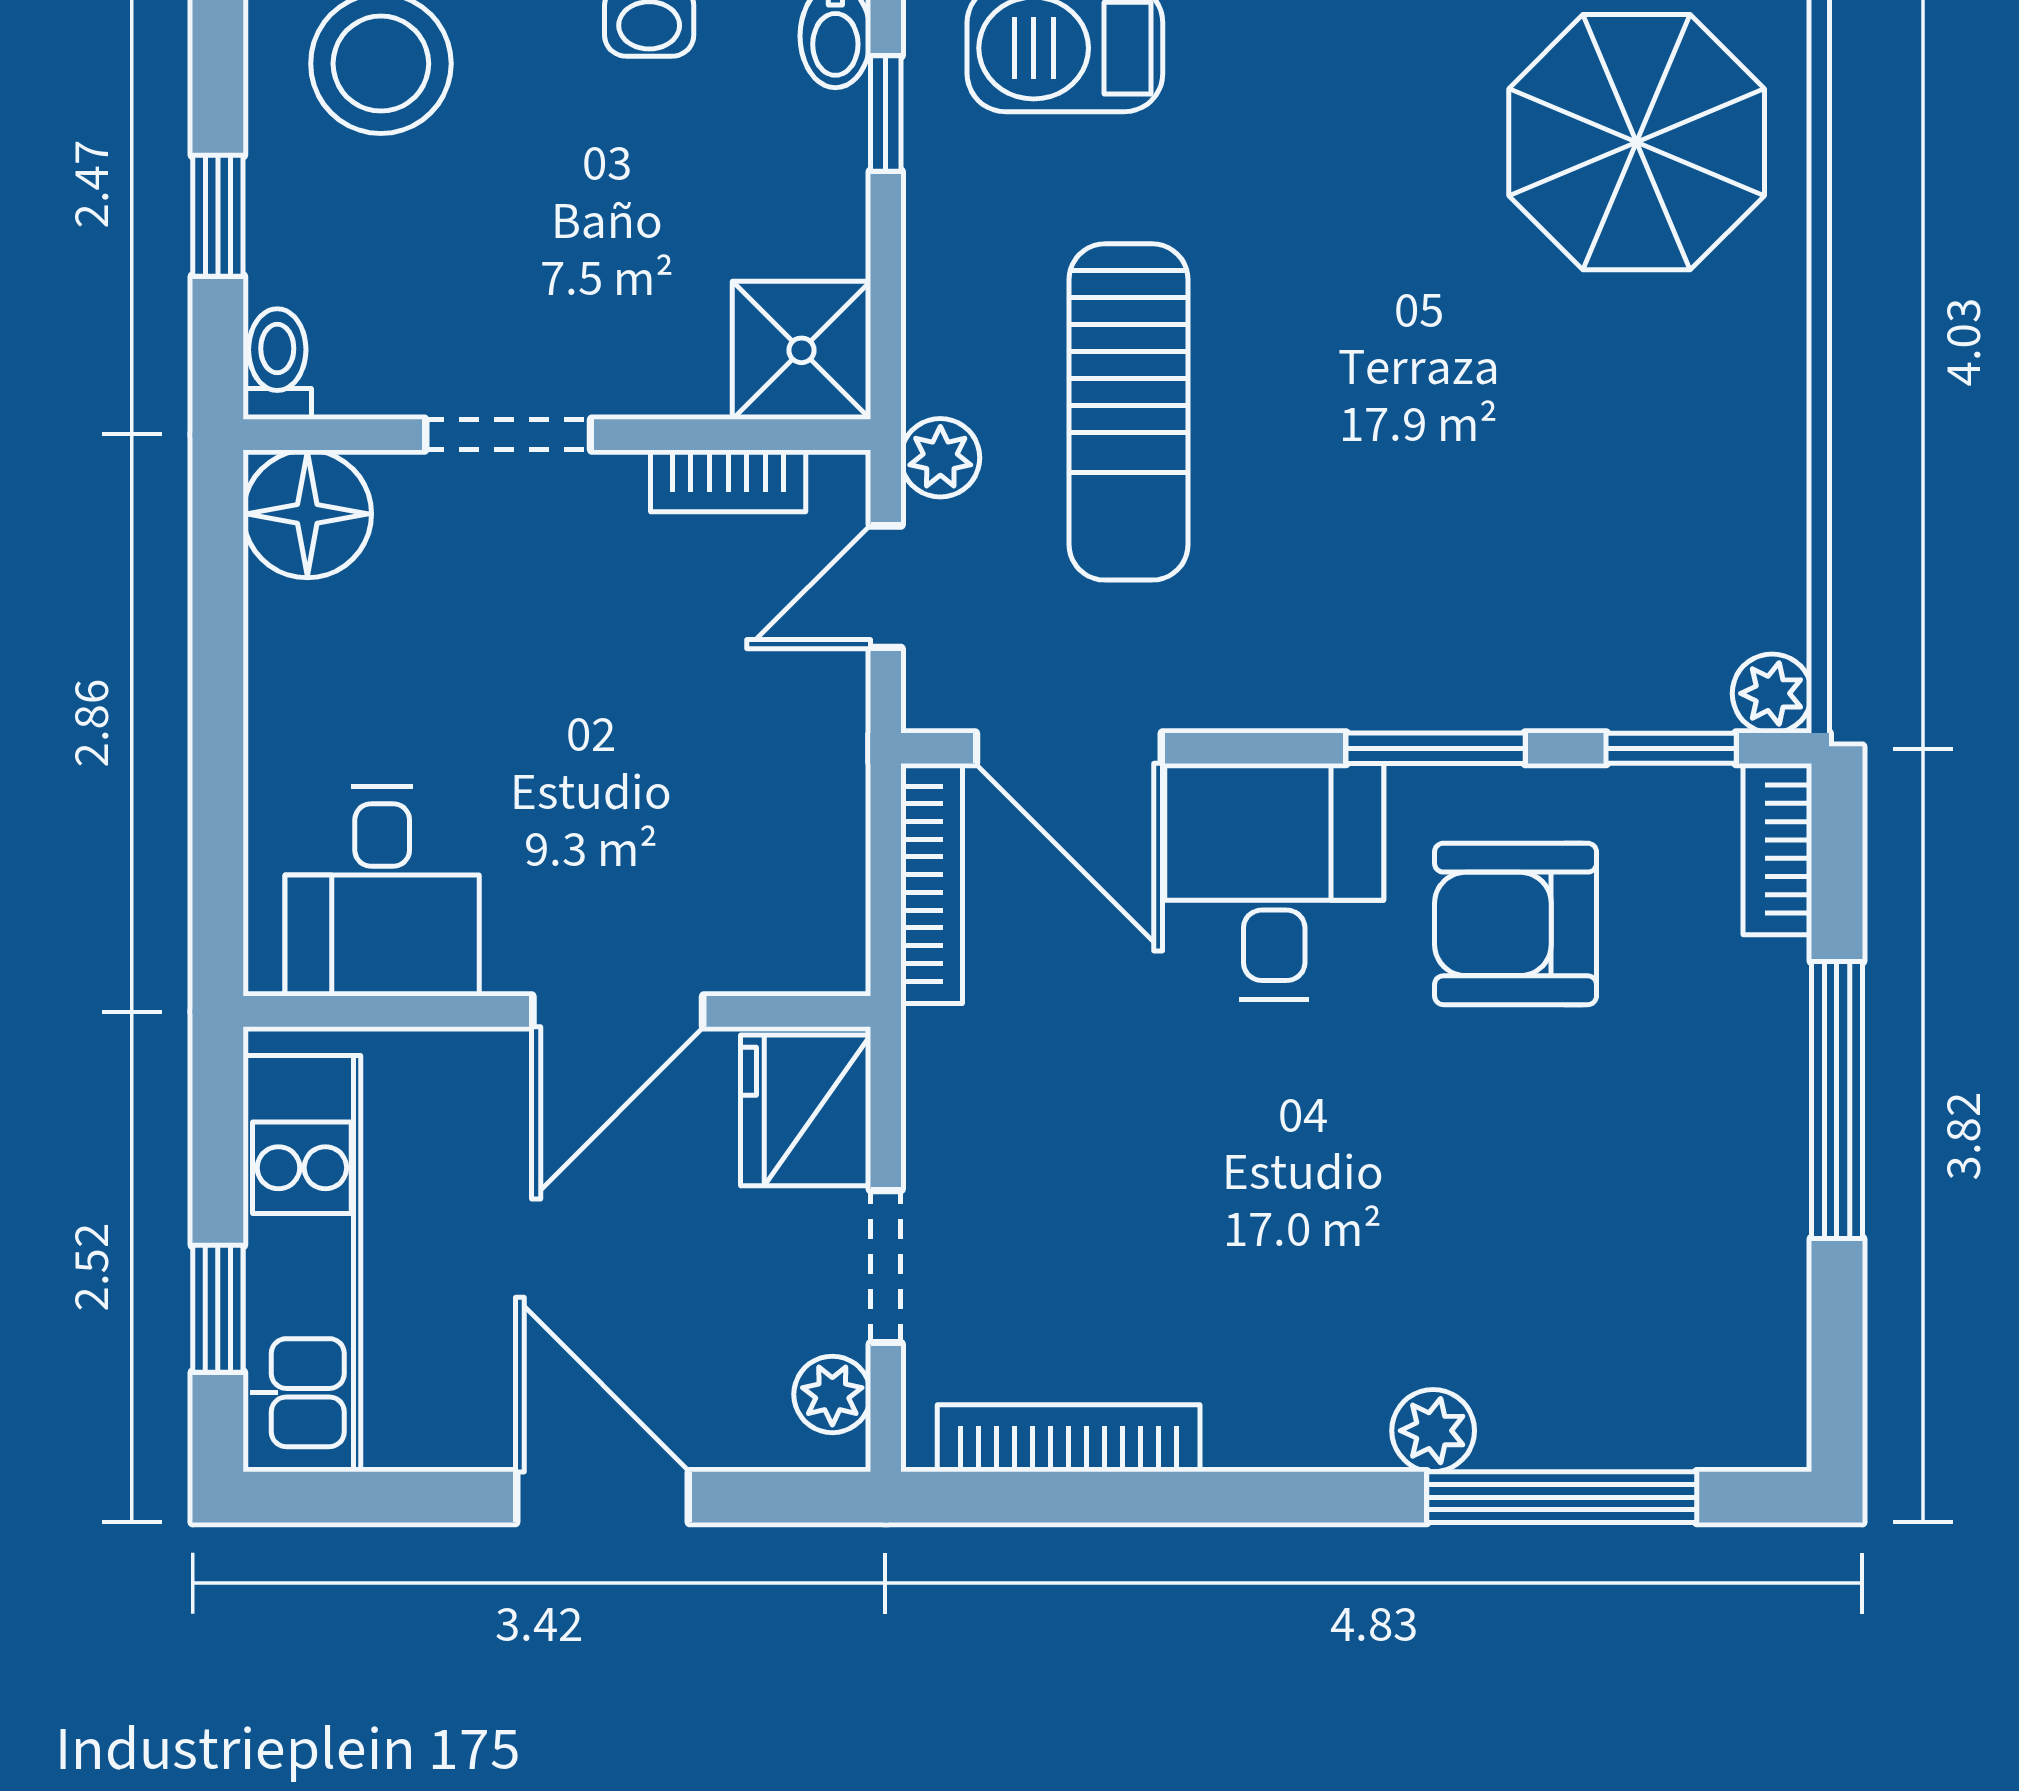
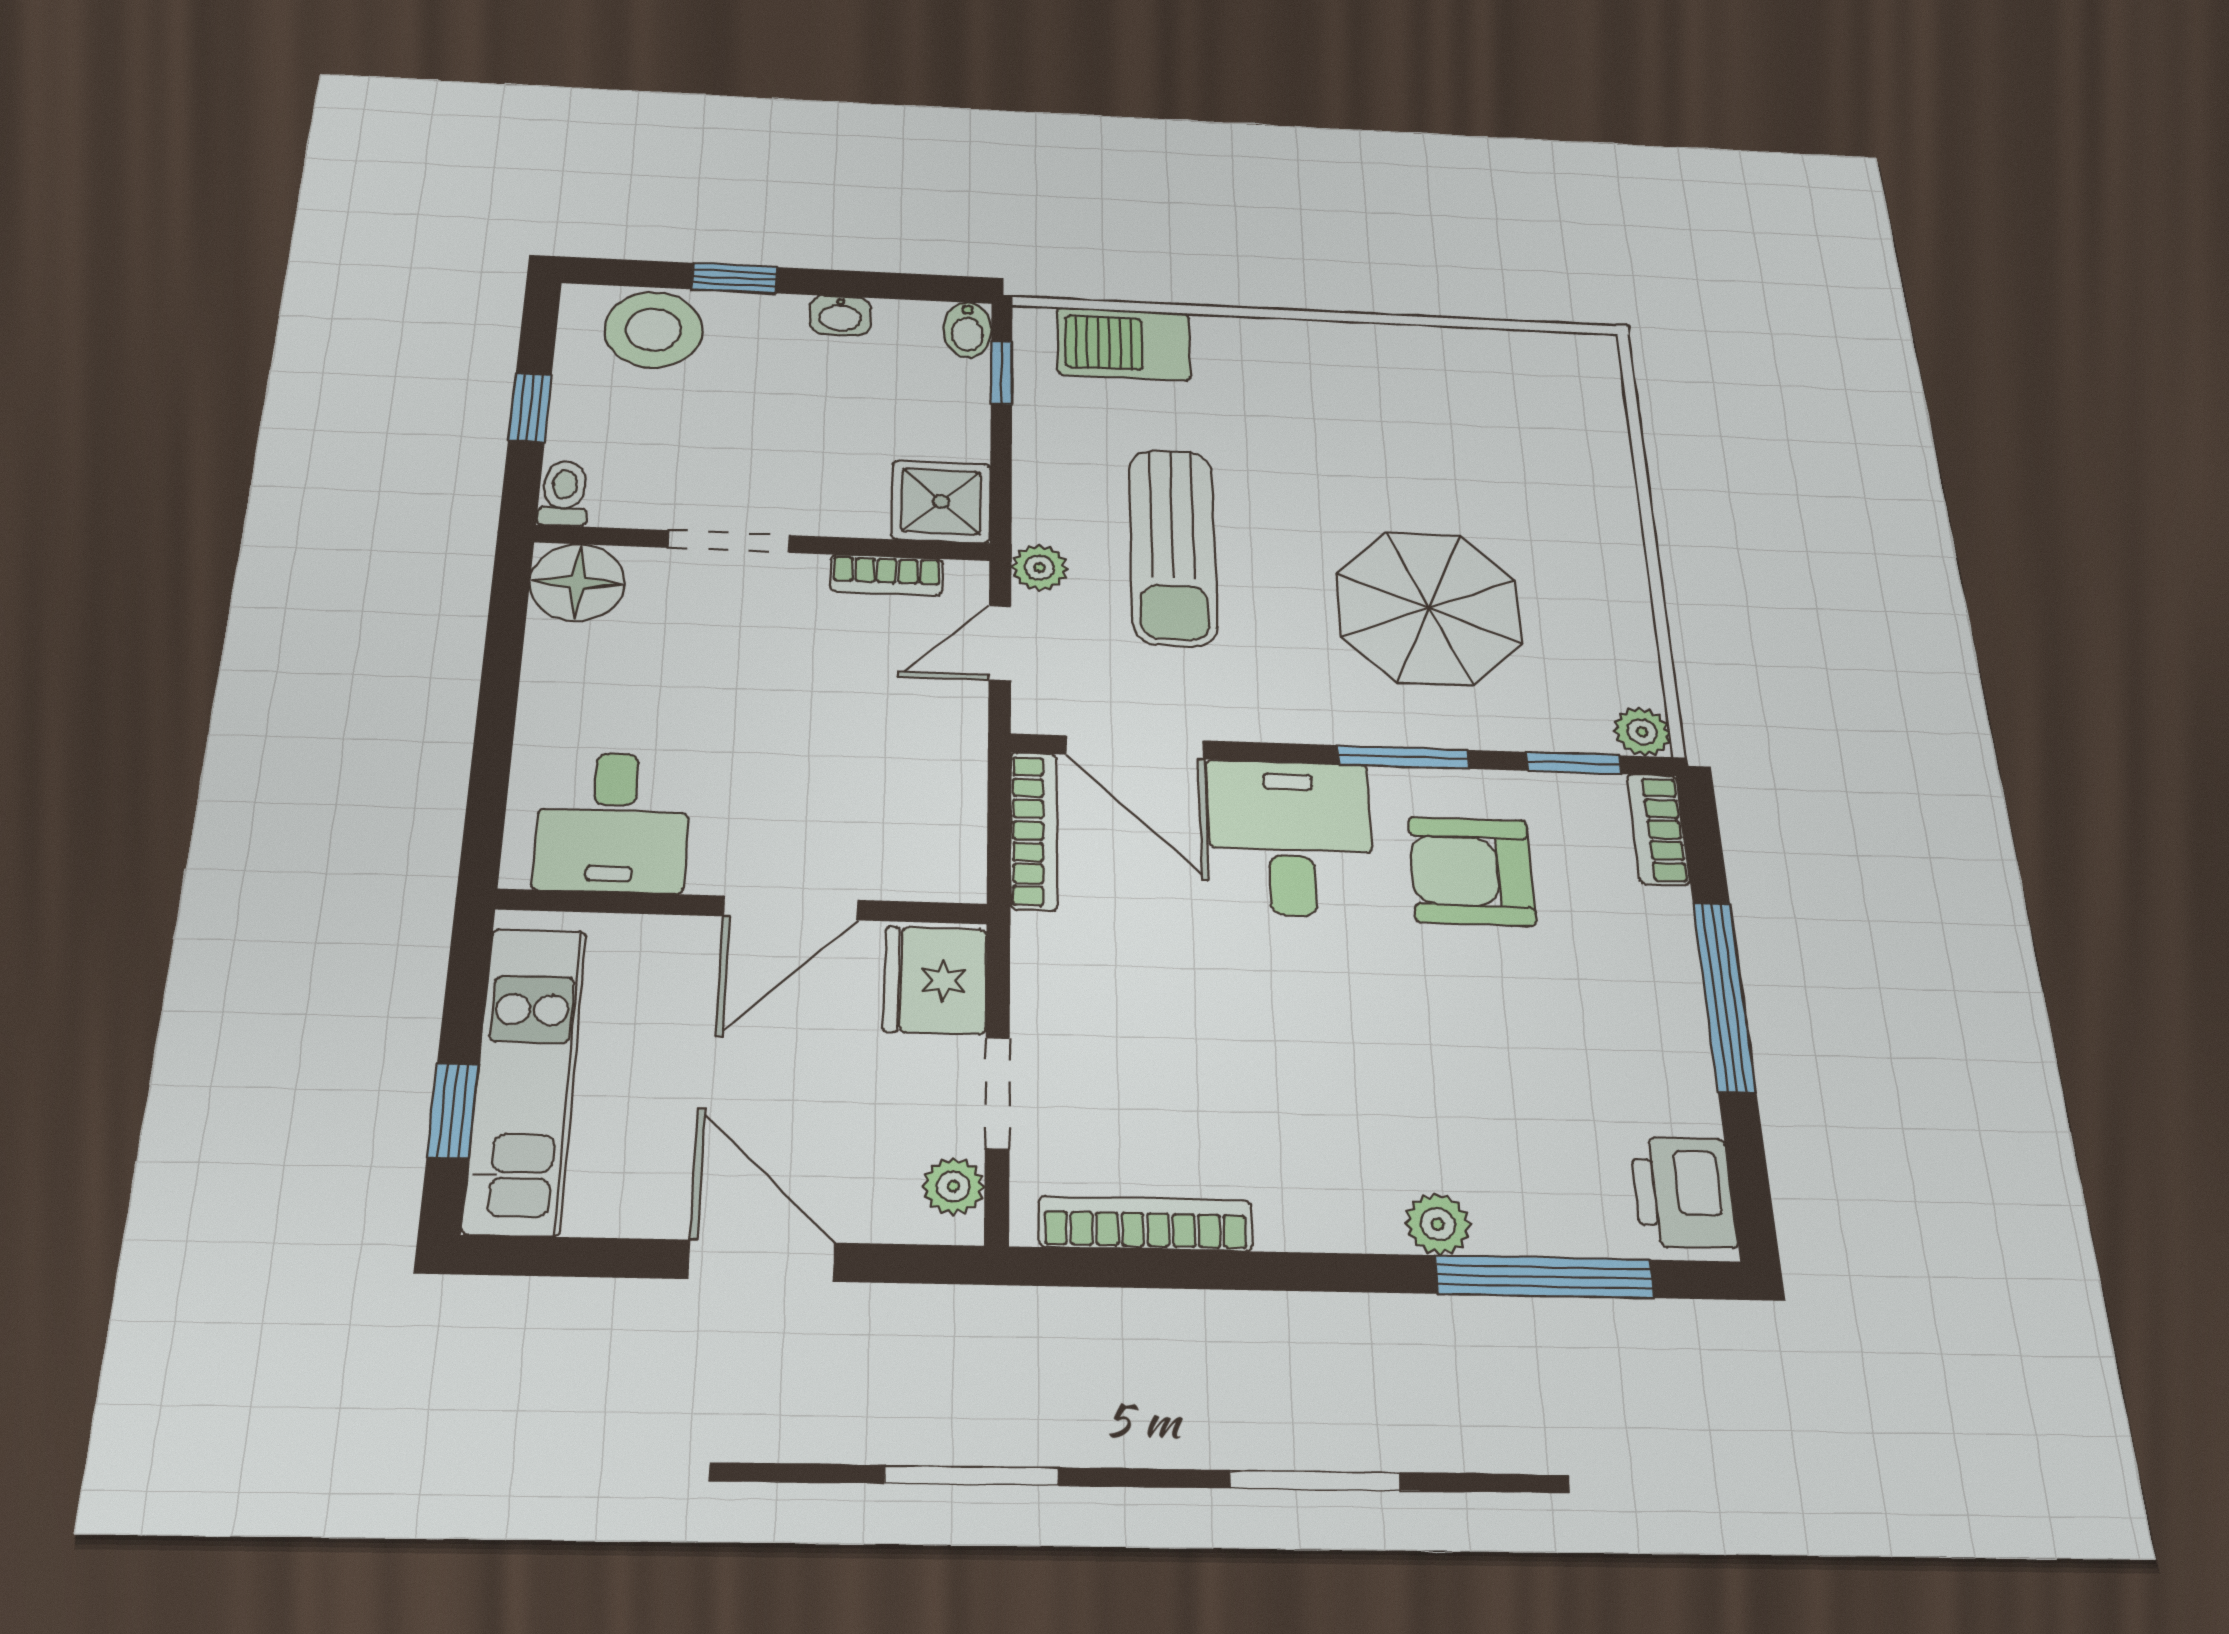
parasol: (1637, 142) -> (1429, 608), moved
printer: (1750, 1380) -> (1683, 1192), added

